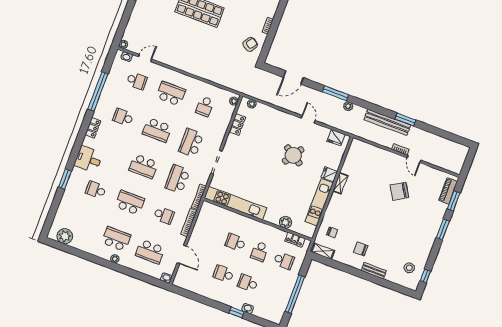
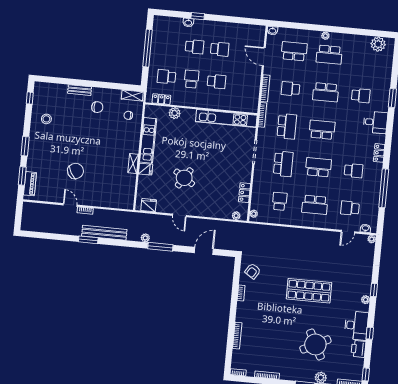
stool: (409, 268) -> (46, 119), moved

